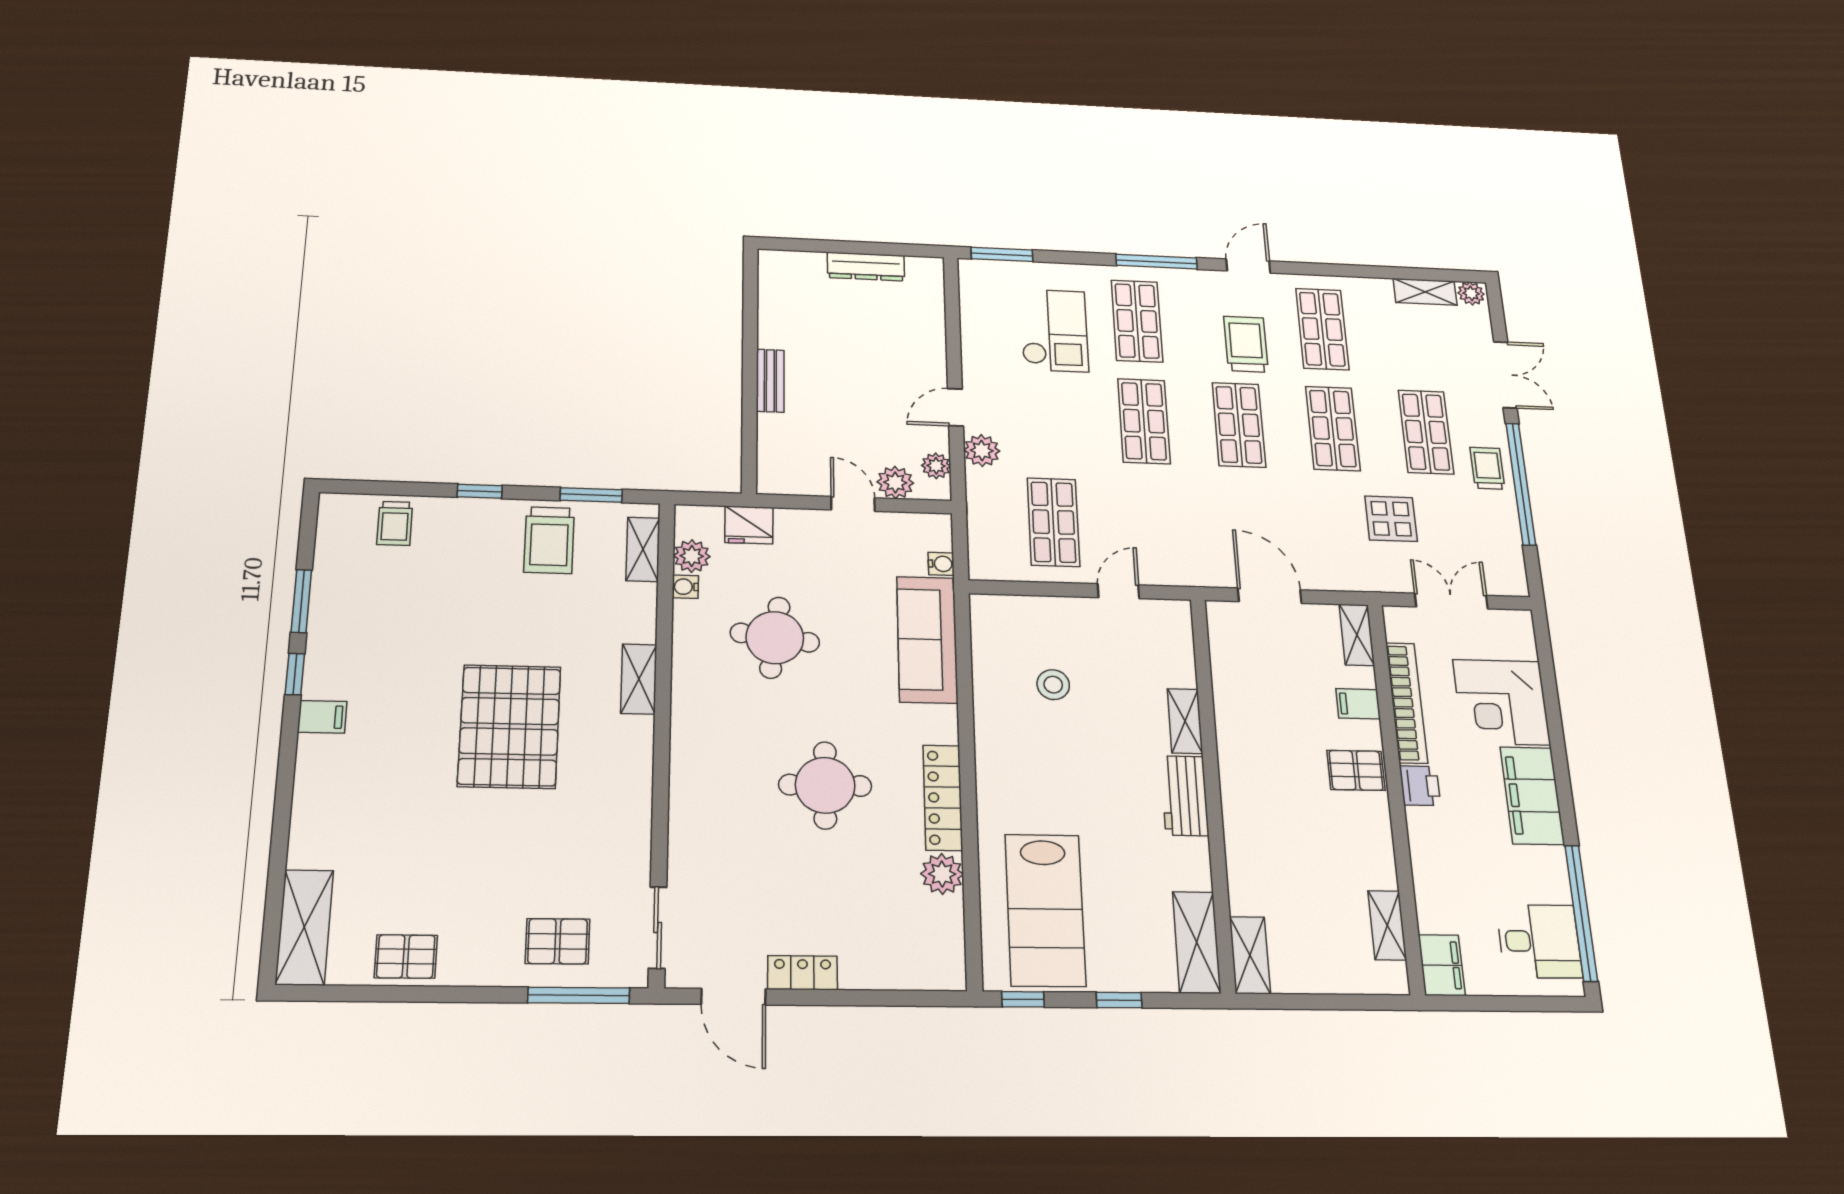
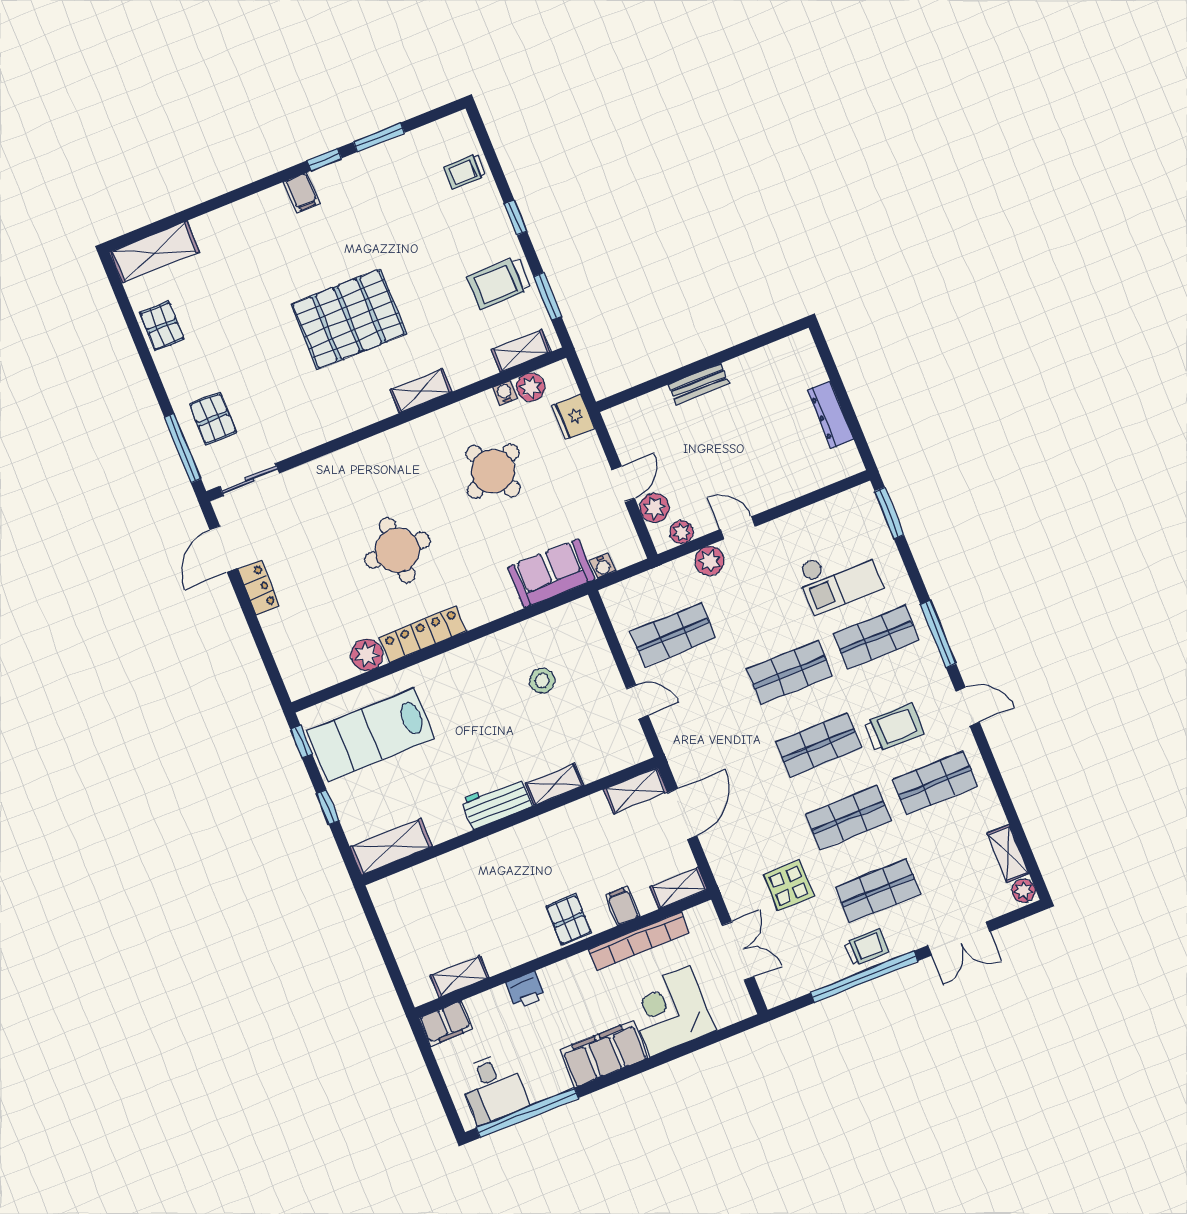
round table: (775, 638) -> (493, 471), turned -32
sofa: (927, 639) -> (551, 573), width x0.73
printer: (1420, 786) -> (526, 990), moved
shelving: (1250, 955) -> (636, 790), moved

